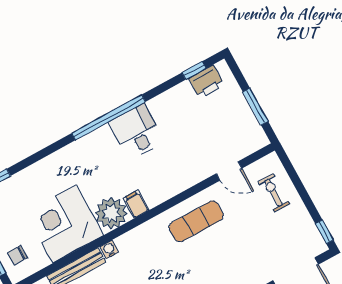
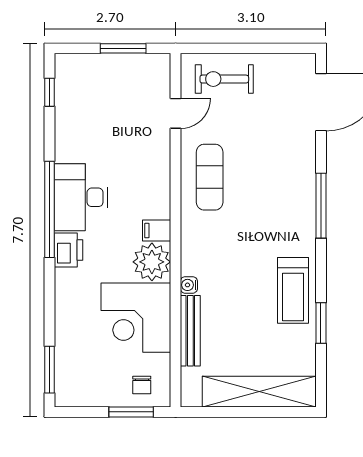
printer: (207, 82) -> (69, 250), moved
desk: (136, 132) -> (81, 197), width x1.37
exercise bike: (274, 193) -> (224, 79), width x1.38, depth x1.39
window: (324, 232) -> (295, 48), removed

